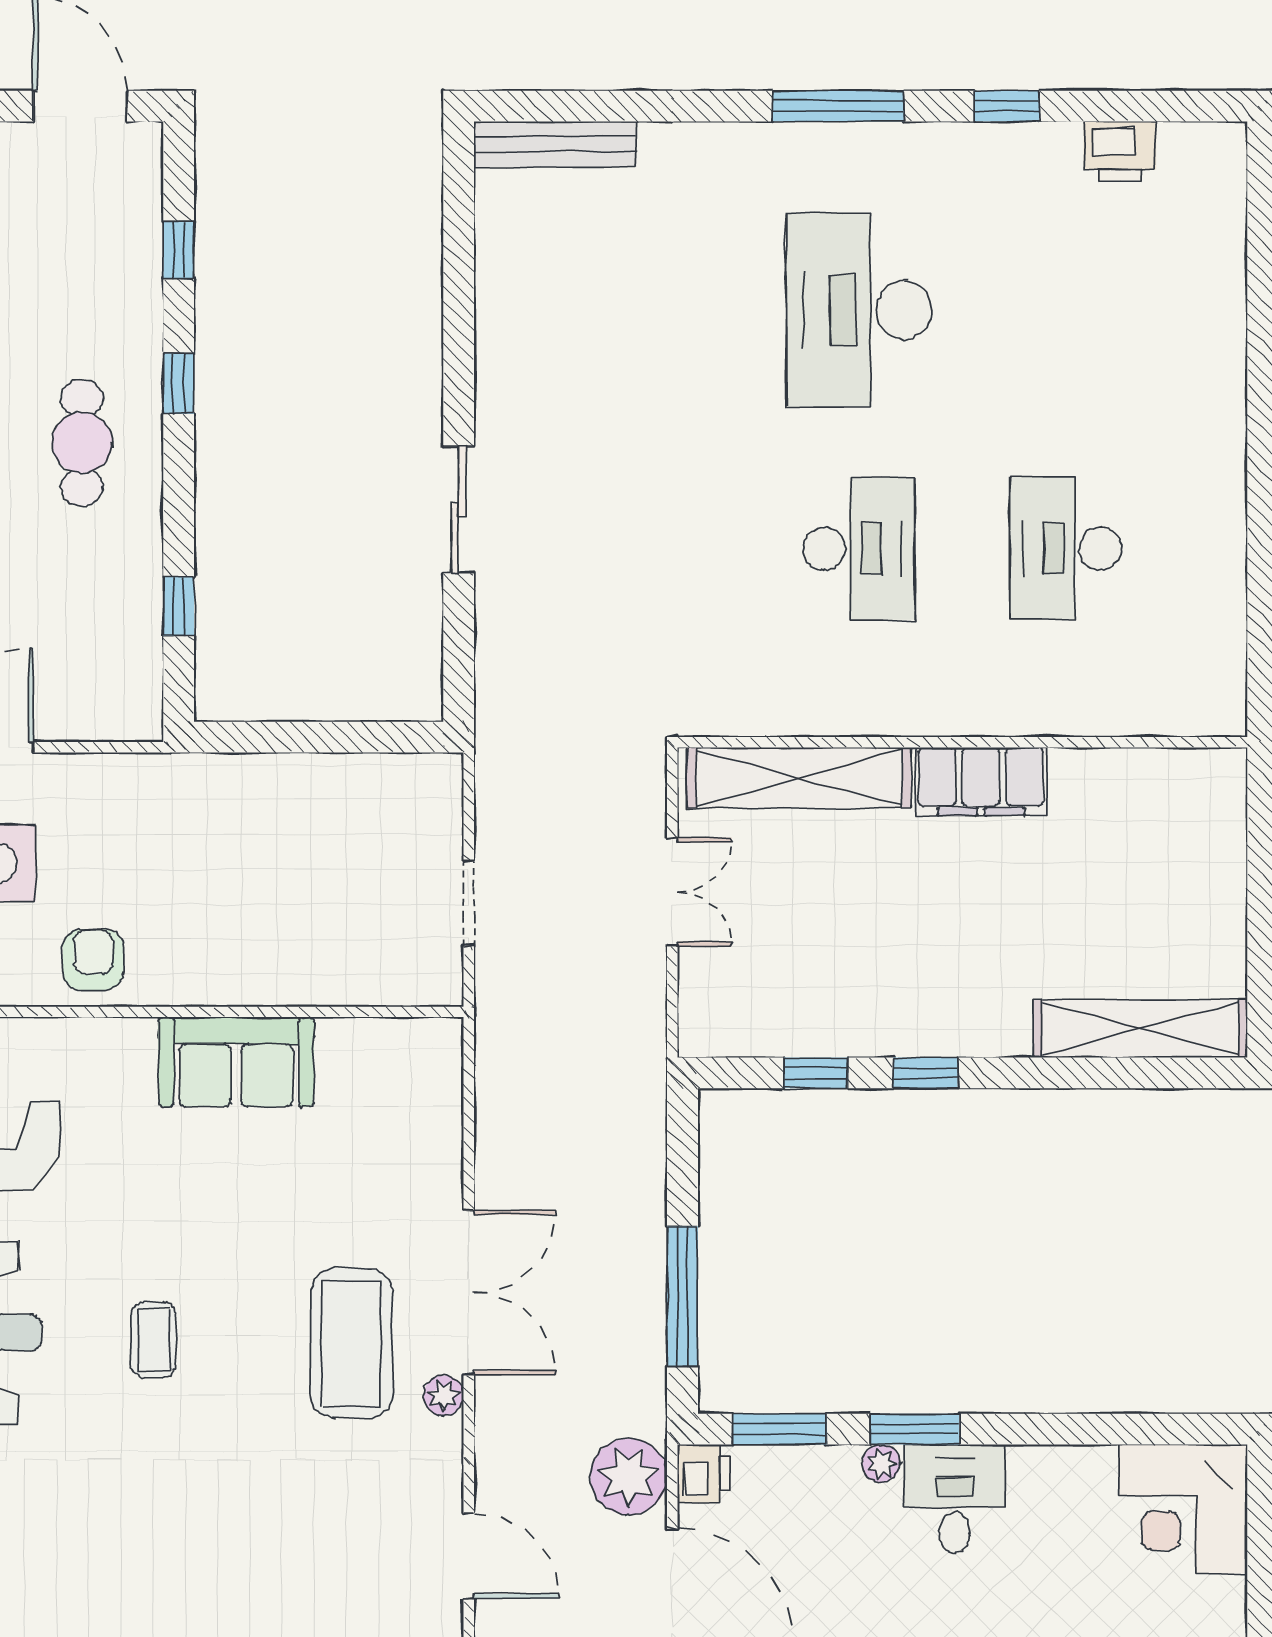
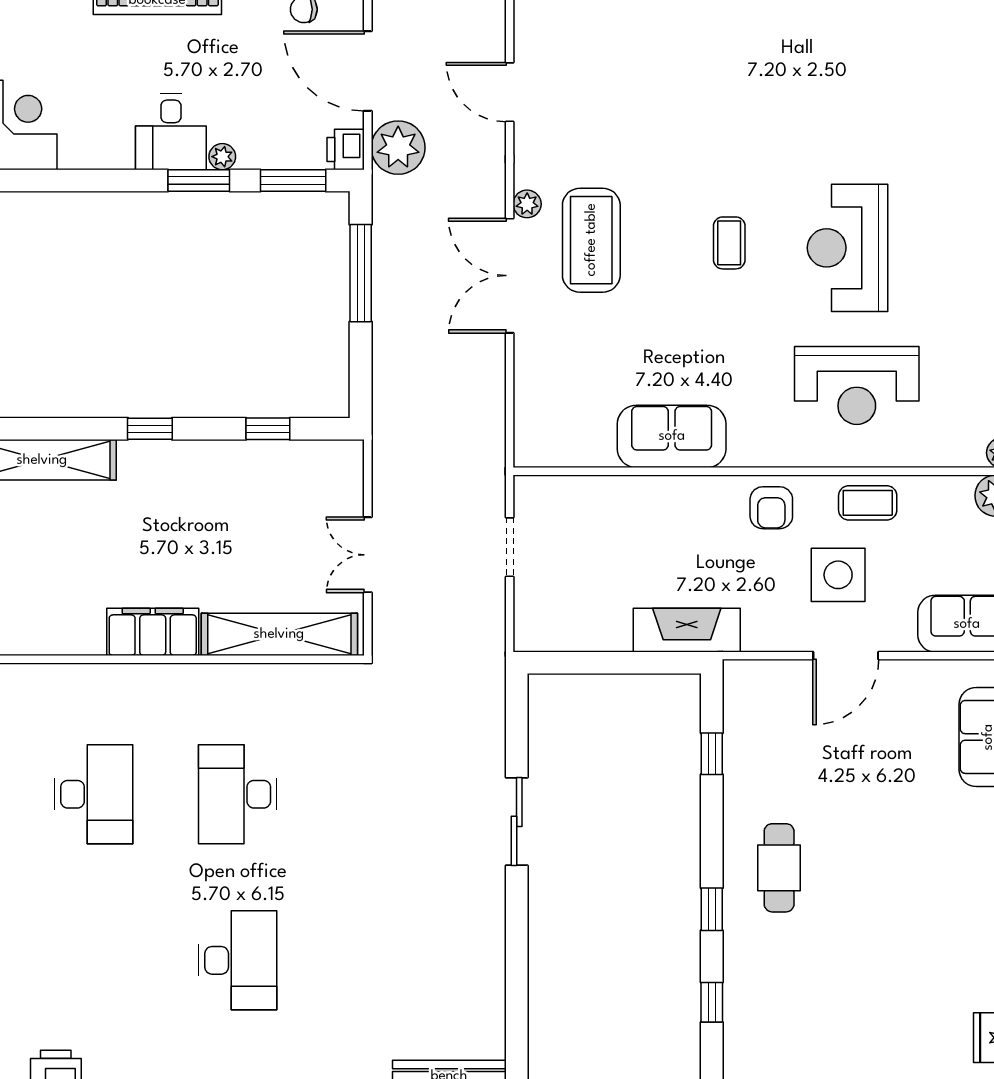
desk: (859, 310) -> (238, 960), width x0.73, depth x0.77
fireplace: (214, 784) -> (687, 630), added
window: (925, 1073) -> (150, 429), moved

